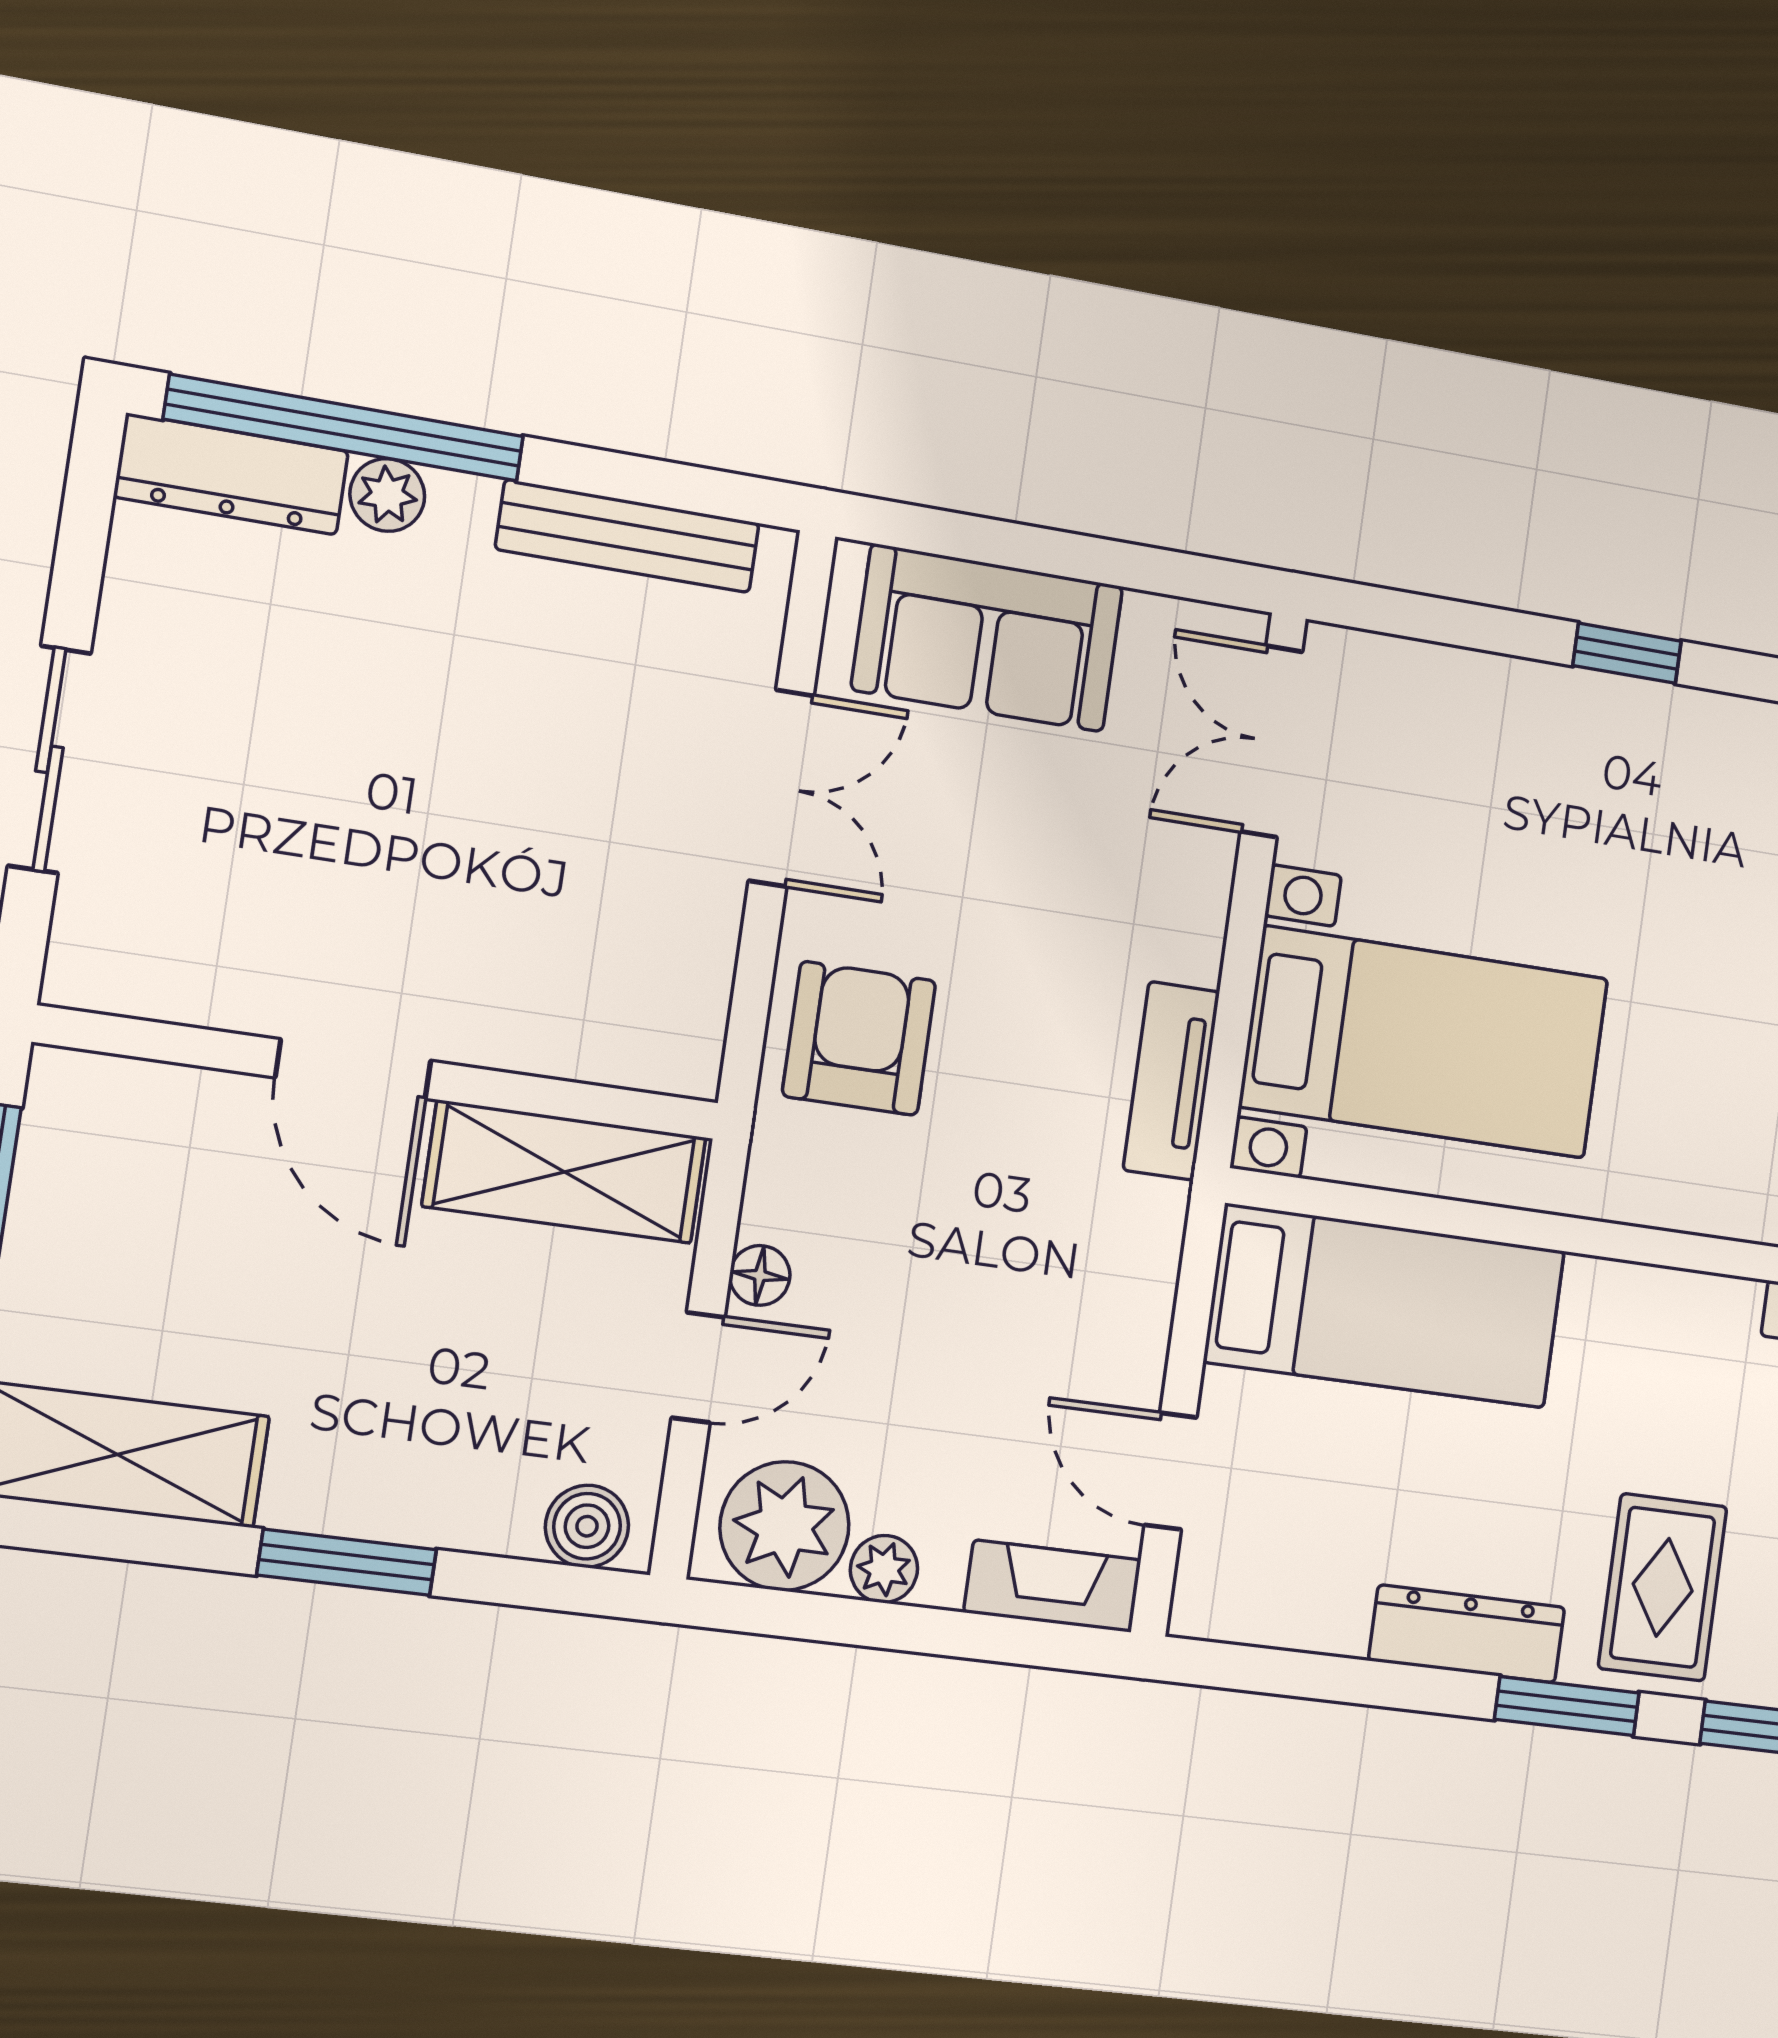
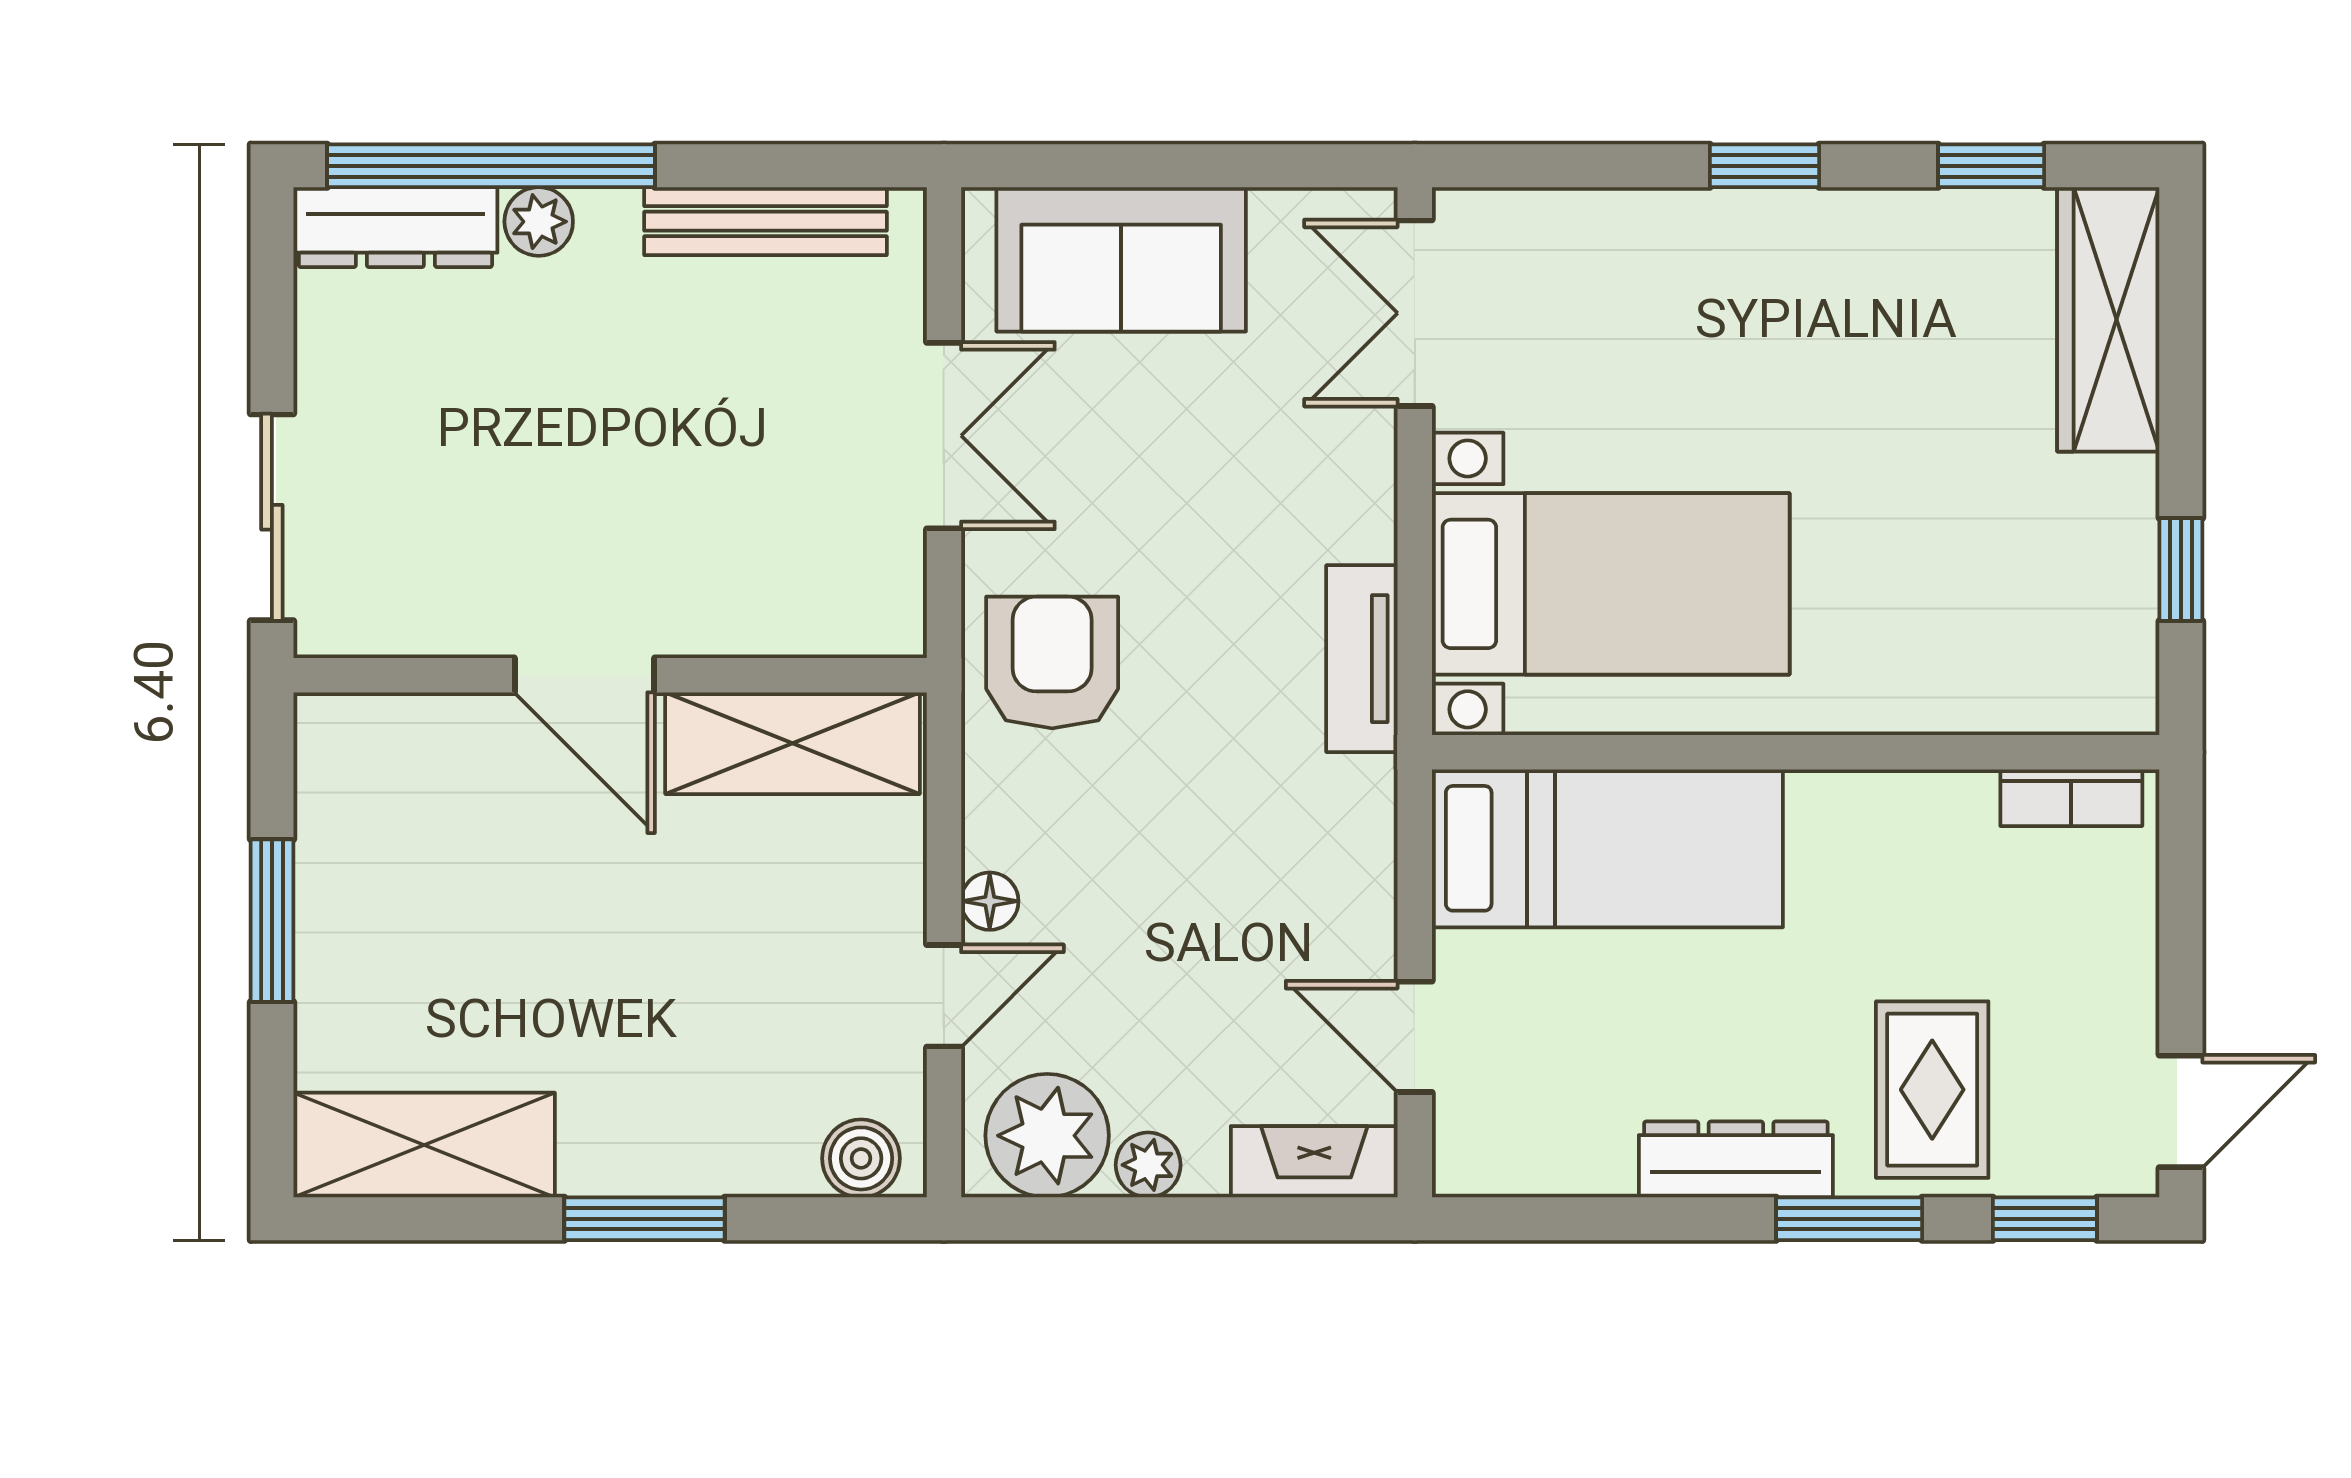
door: (353, 1069) -> (585, 675), moved
wall: (381, 1073) -> (610, 675), moved
shelving: (565, 1172) -> (792, 743), moved

